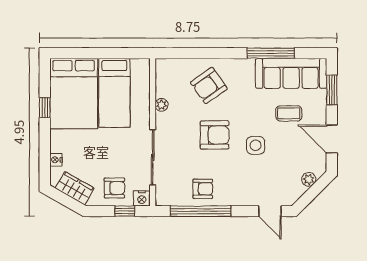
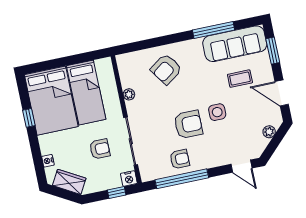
armchair: (215, 135) -> (188, 124), moved
armchair: (114, 188) -> (100, 149), moved

